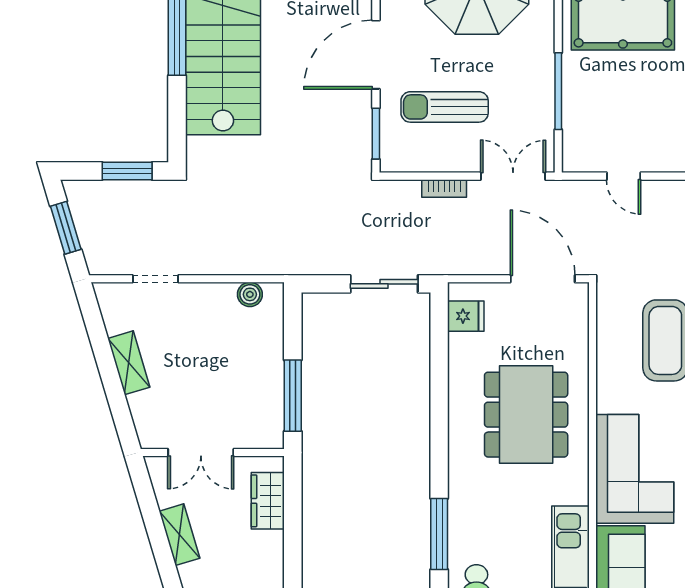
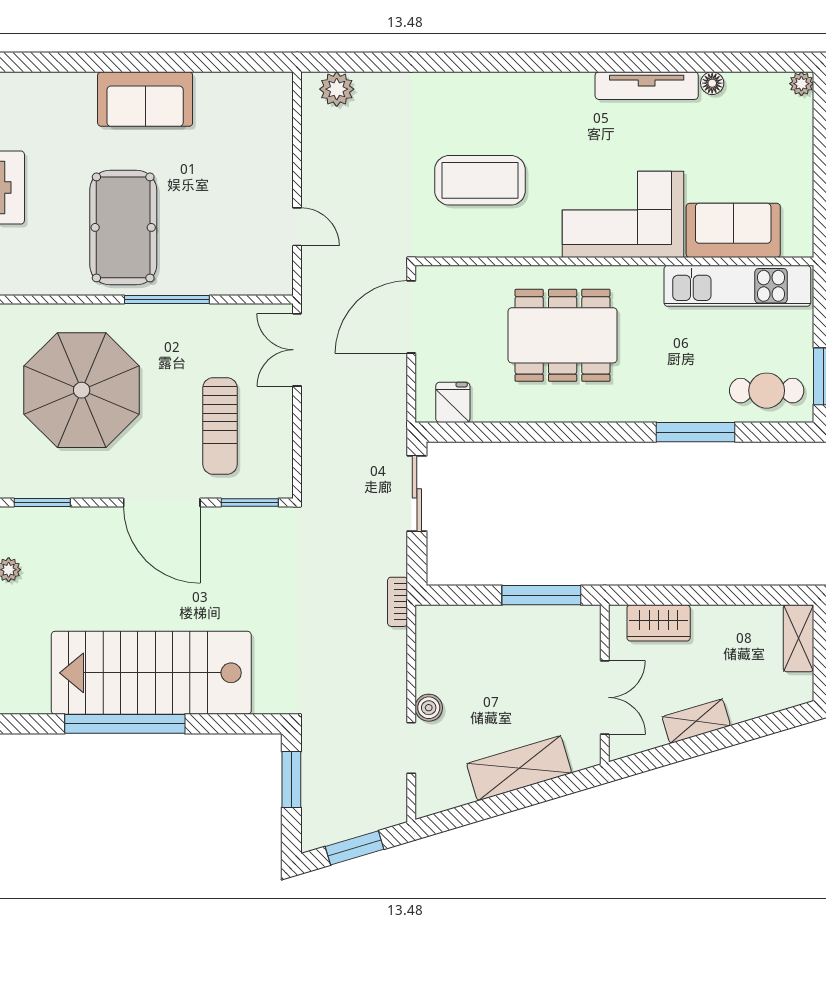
window: (558, 91) -> (167, 299), moved
door: (624, 176) -> (297, 227), hinge flipped
bookcase: (444, 188) -> (398, 602), moved, turned 180
boiler: (250, 294) -> (429, 708), moved
shelving: (129, 363) -> (519, 768), width x1.50, depth x1.33

